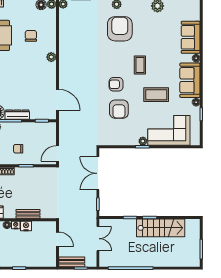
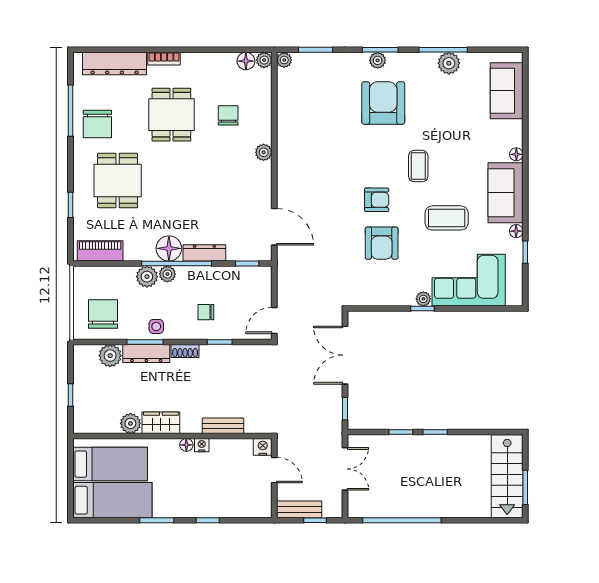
sofa: (191, 37) -> (507, 91), moved
armchair: (116, 84) -> (377, 200), turned 180
nightstand: (26, 226) -> (263, 447), moved
stairs: (161, 228) -> (507, 476), moved, turned 90

